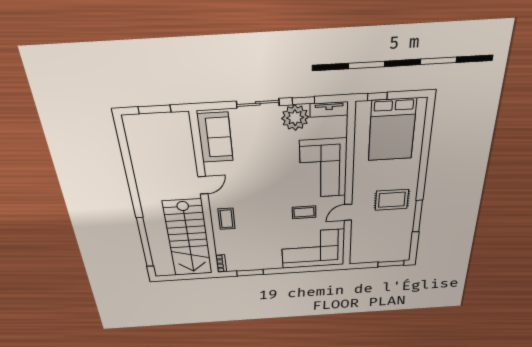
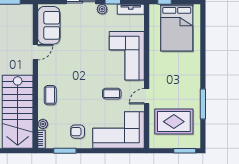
plant: (295, 118) -> (102, 9), width x0.53, depth x0.53
door: (203, 185) -> (35, 52), moved
rug: (392, 200) -> (174, 122), moved, width x1.36, depth x1.43
plant: (221, 249) -> (43, 124), added
armchair: (264, 254) -> (78, 132), added

